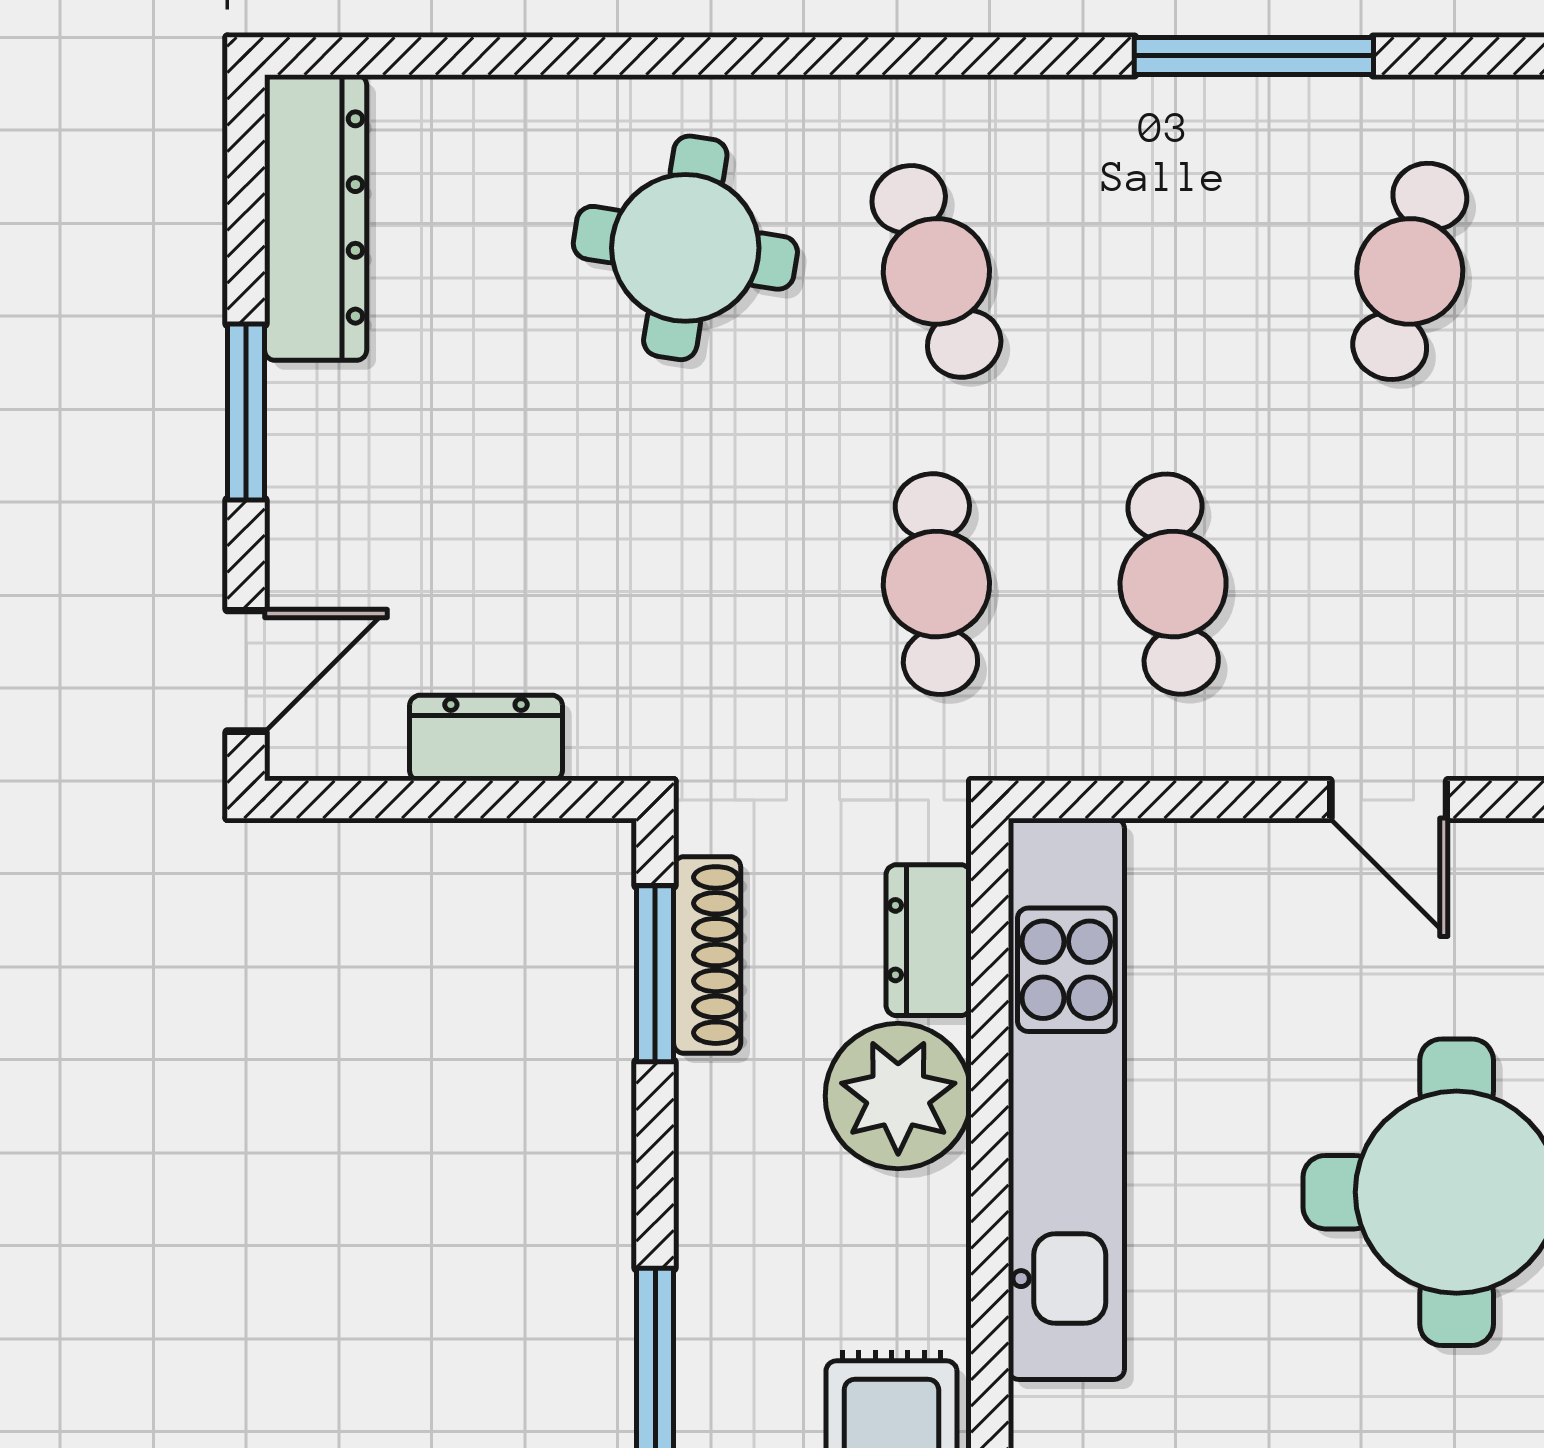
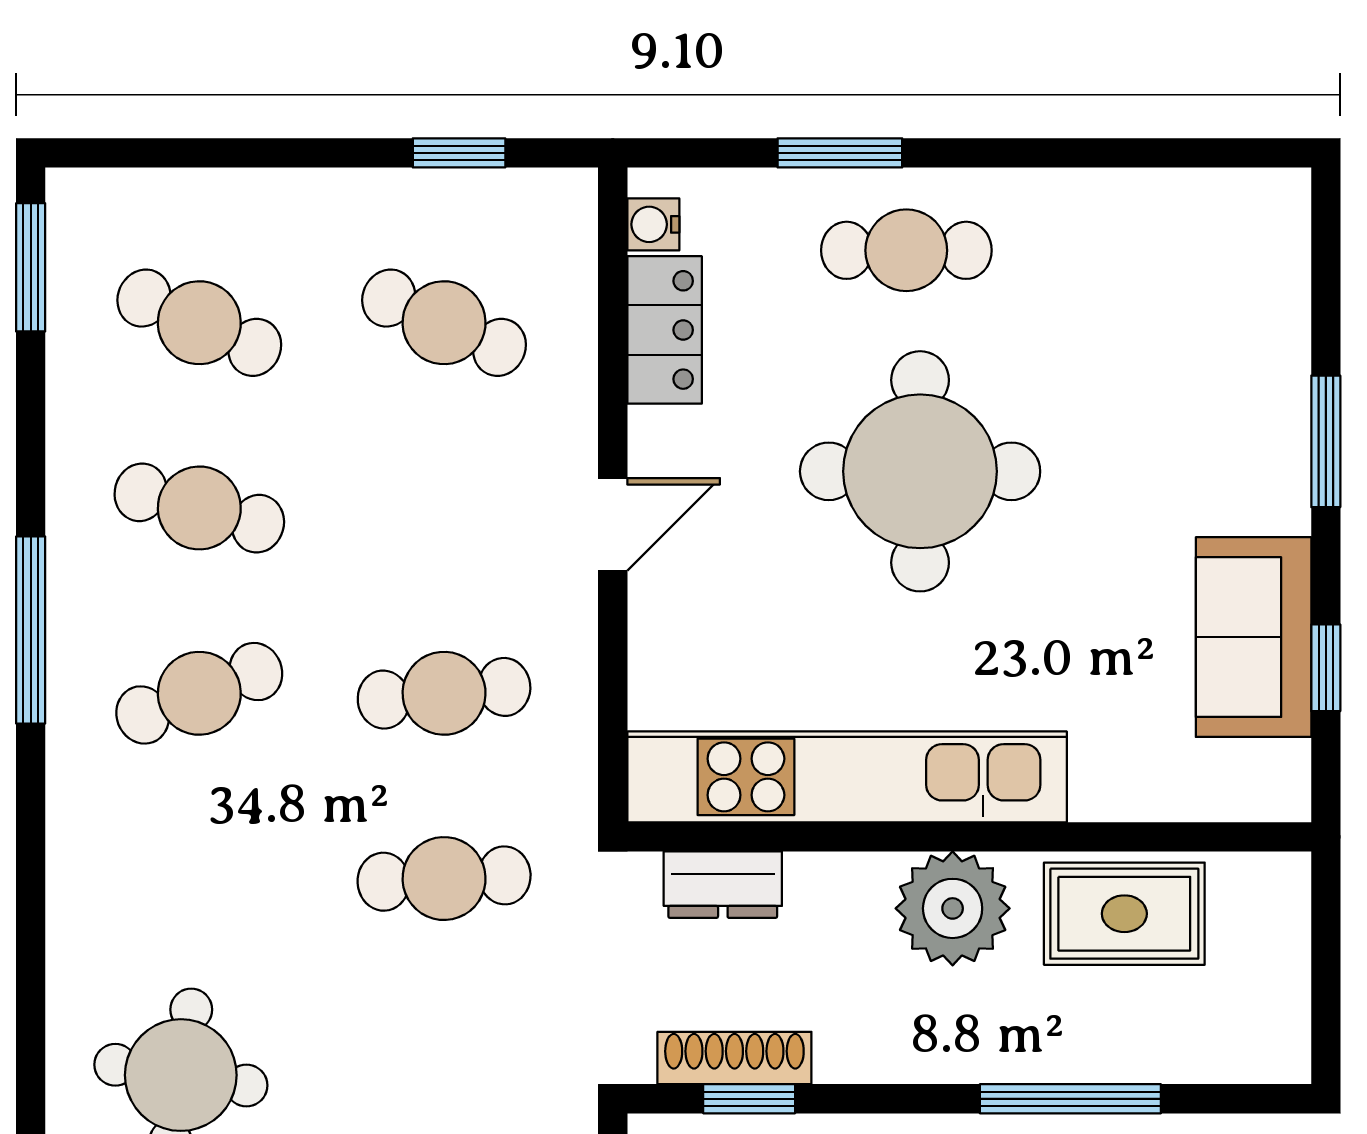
cafe table: (936, 271) -> (199, 693), moved
window: (655, 974) -> (749, 1099), width x0.67
plant: (898, 1096) -> (953, 908), moved

